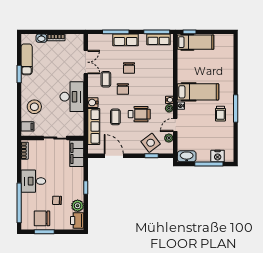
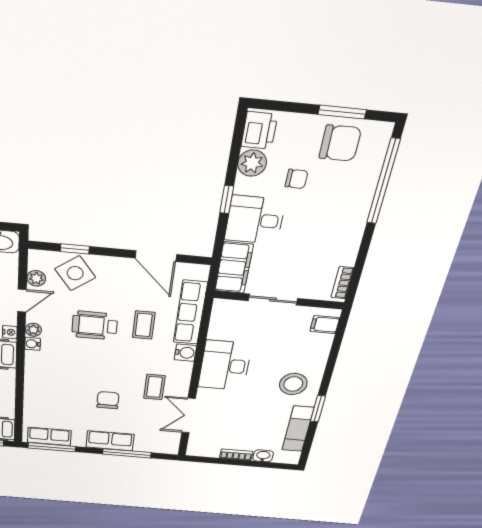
chair: (123, 89) -> (123, 369), removed
stool: (34, 107) -> (293, 384), moved
desk: (33, 181) -> (255, 220), moved, turned 180

